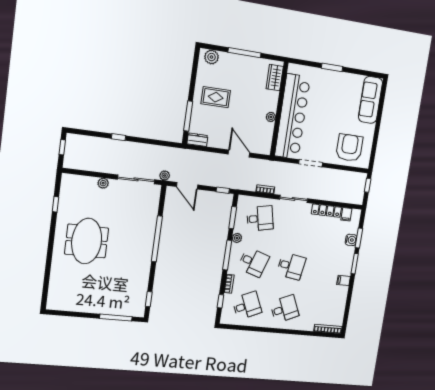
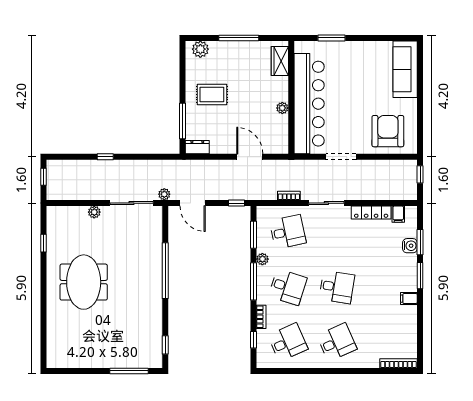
window: (332, 67) -> (331, 38), moved

